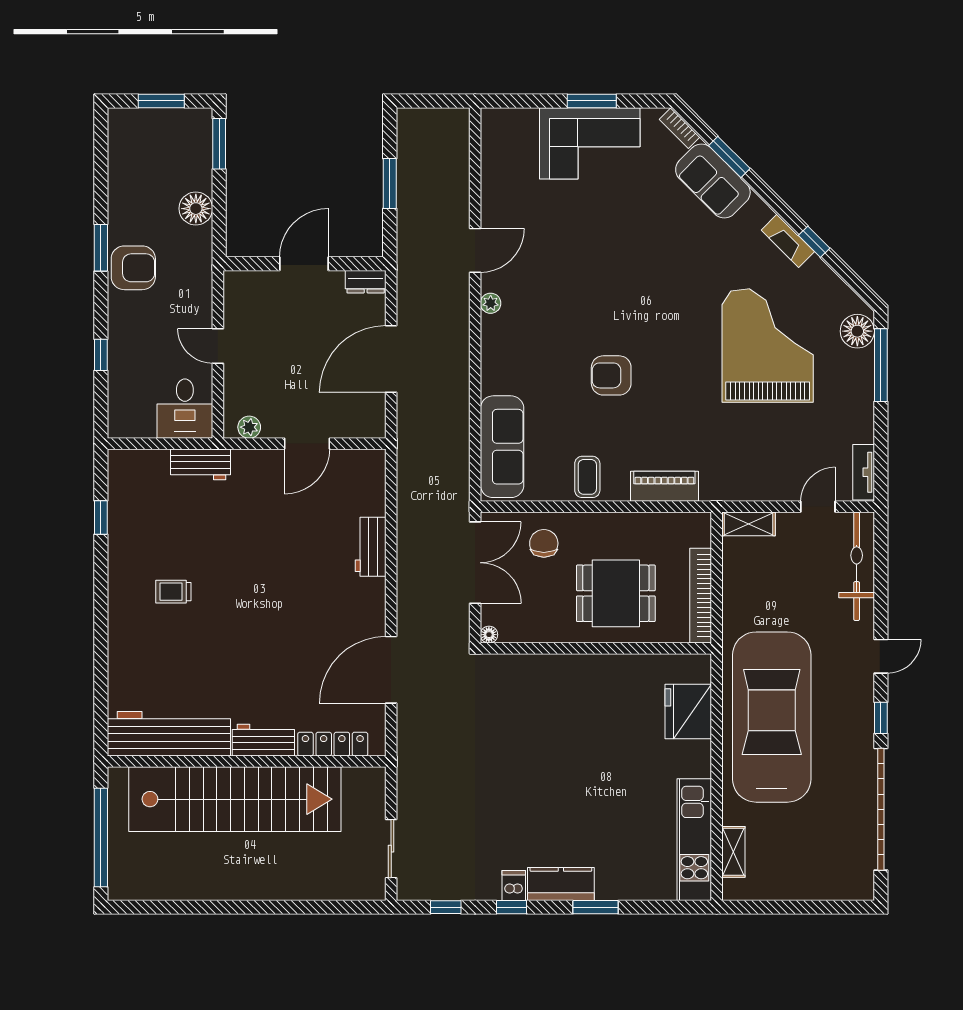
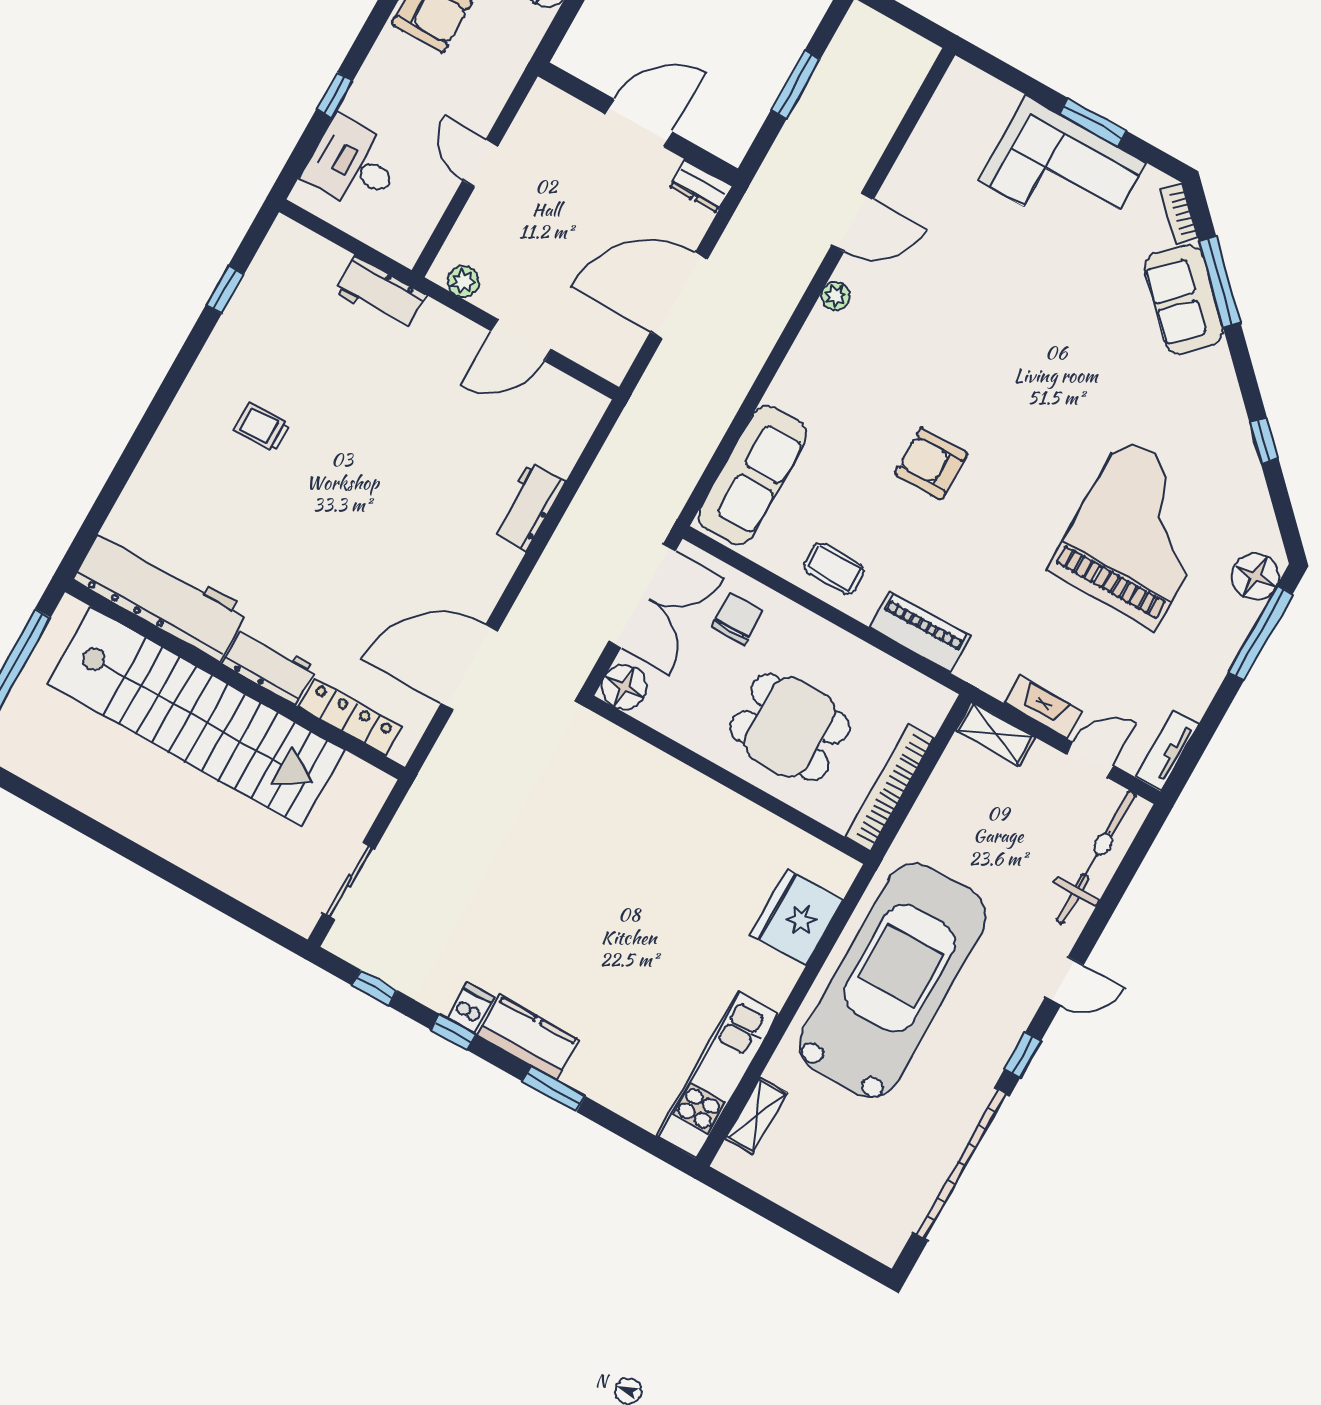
window: (729, 157) -> (1220, 282), width x1.44
fireplace: (788, 241) -> (1043, 707), moved, turned 135
desk: (185, 409) -> (353, 164), moved, turned 90
coffee table: (587, 477) -> (834, 569), turned 90
floor lamp: (489, 635) -> (624, 687), width x1.89, depth x1.89

